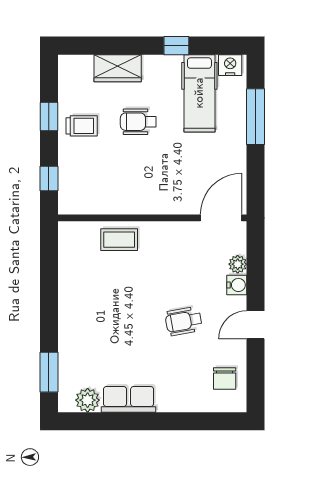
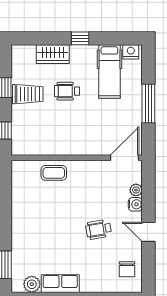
window: (176, 46) -> (80, 38), moved
window: (256, 117) -> (148, 103), moved
trolley: (82, 126) -> (28, 94), width x1.36, depth x1.39
door: (256, 325) -> (148, 232), hinge flipped

